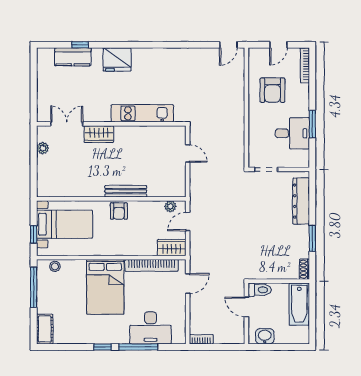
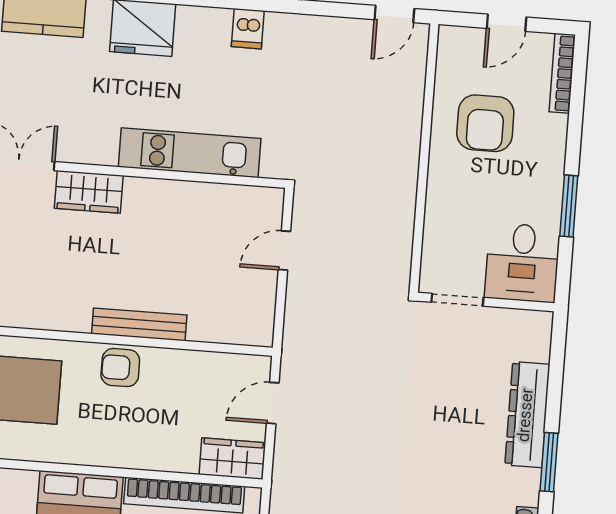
dishwasher: (164, 56) -> (248, 29), added
desk: (292, 133) -> (522, 263), moved, turned 90
door: (188, 153) -> (284, 250), swing flipped
dresser: (301, 201) -> (527, 415), moved
plant: (170, 206) -> (236, 366), removed
armchair: (119, 211) -> (120, 368), turned 90

